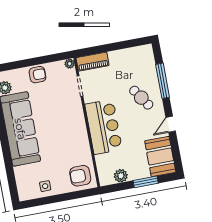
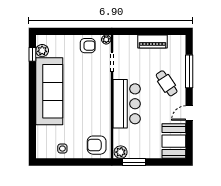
piano: (93, 62) -> (152, 41), moved
armchair: (37, 75) -> (88, 46), moved
plant: (121, 176) -> (121, 152), moved
window: (146, 182) -> (134, 162), moved

